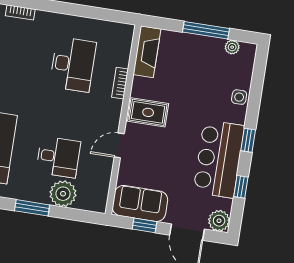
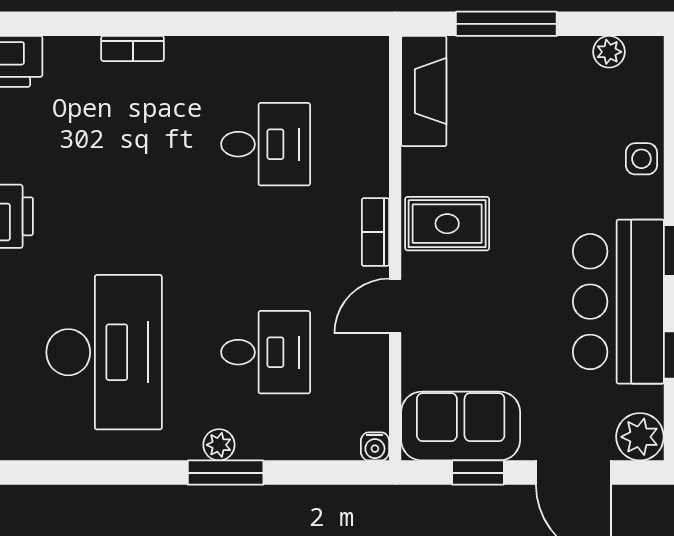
window: (206, 30) -> (506, 24), moved
desk: (73, 64) -> (266, 144), width x0.73
bookcase: (120, 83) -> (375, 232), moved
plant: (63, 194) -> (219, 445), moved, width x0.53, depth x0.53
water cooler: (100, 207) -> (375, 446), added

